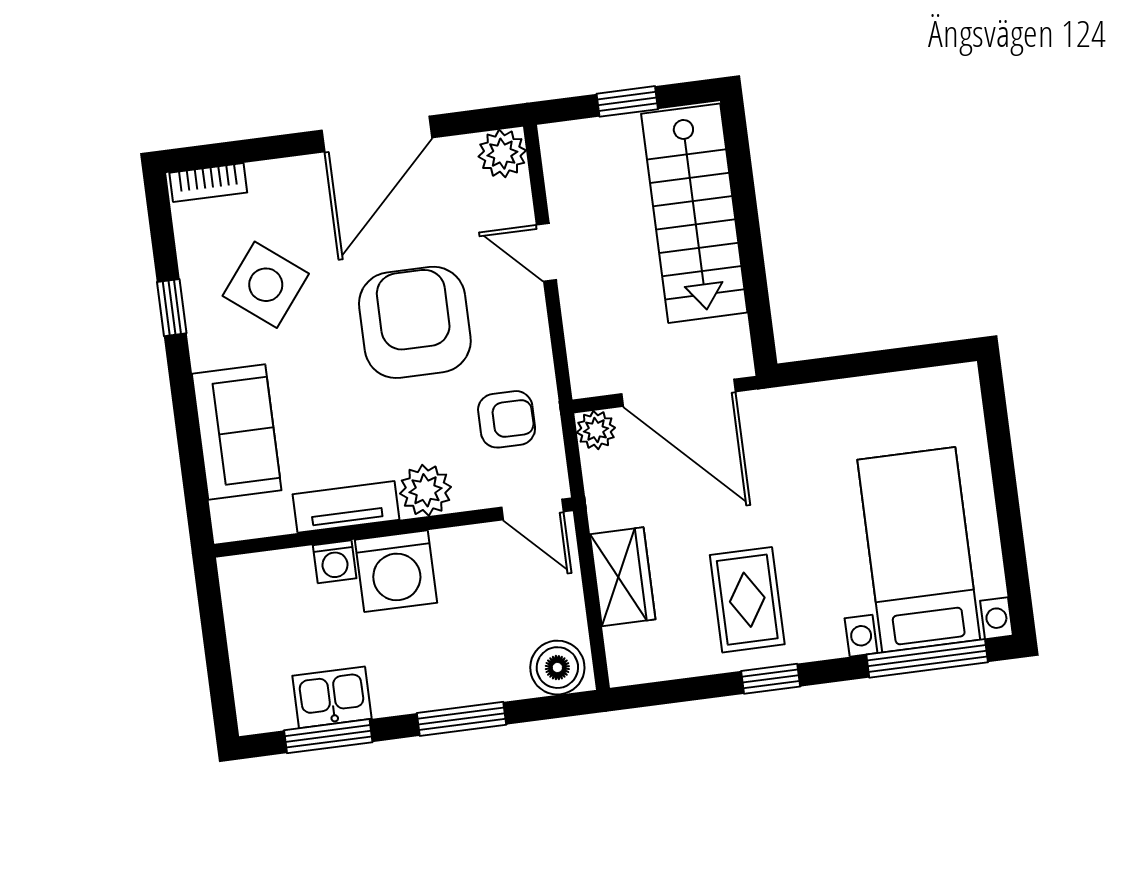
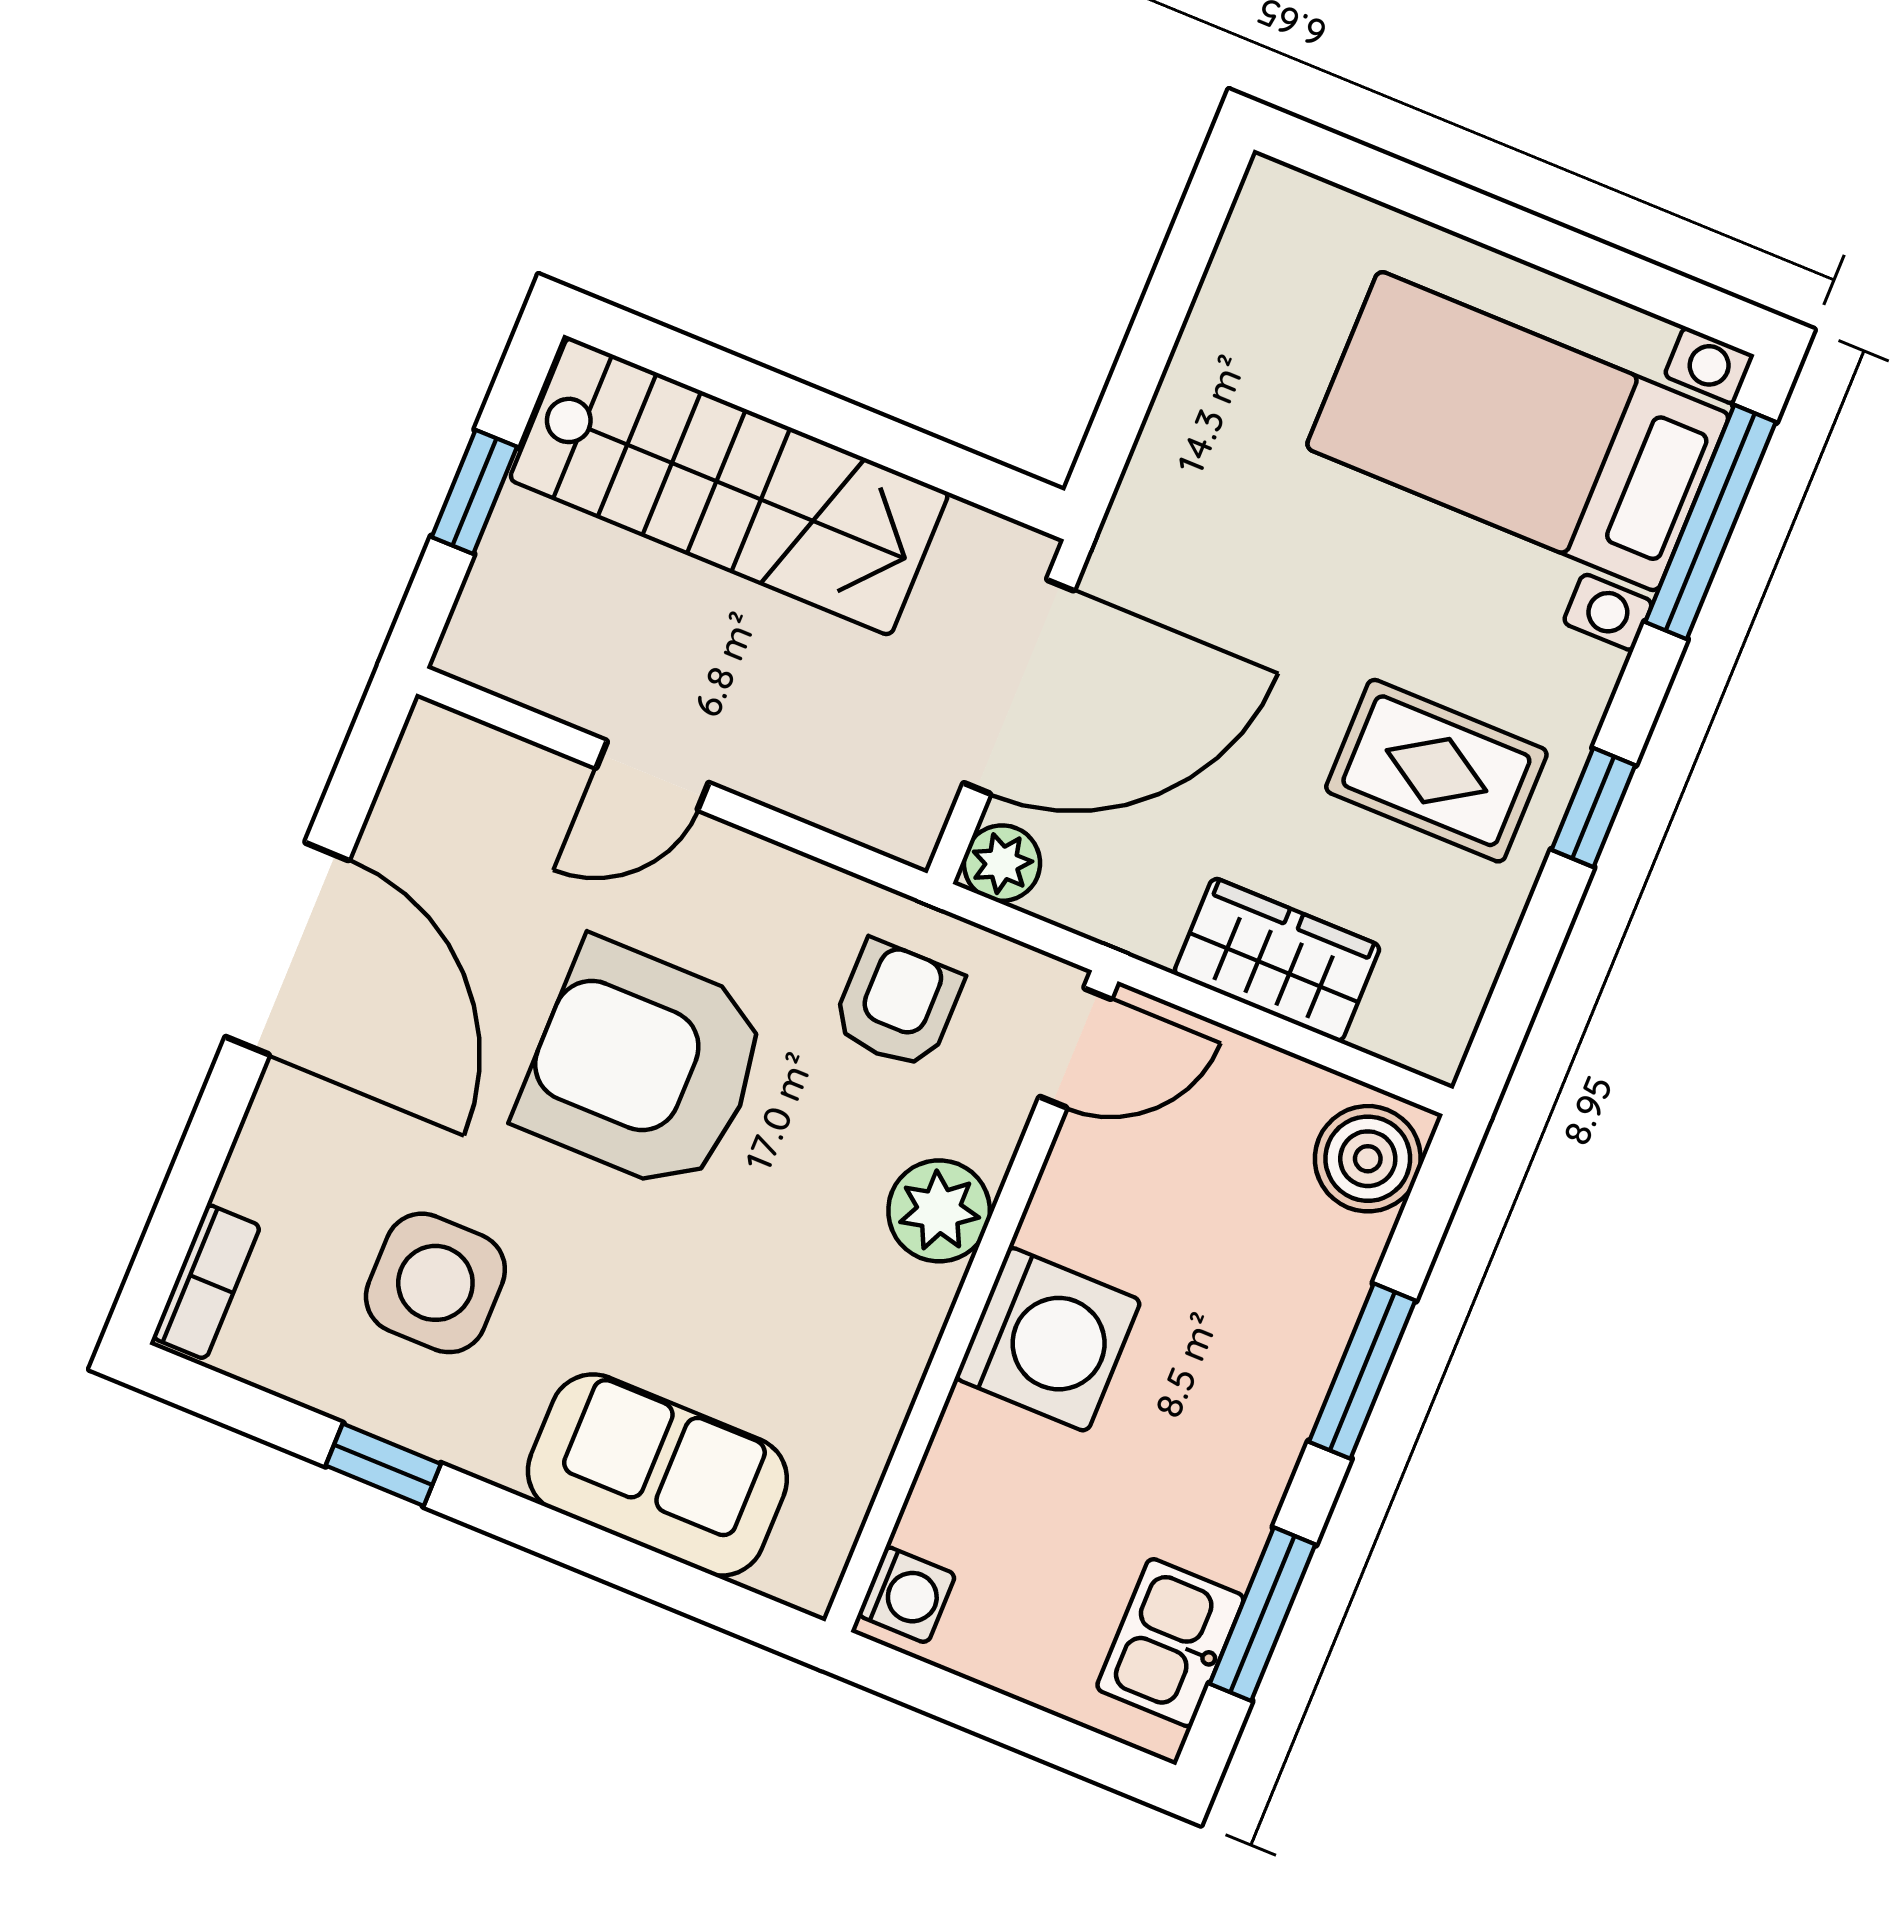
plant: (502, 154) -> (442, 754), removed
side table: (266, 285) -> (435, 1283), turned -38
tv unit: (346, 507) -> (891, 1362), removed
washing machine: (335, 562) -> (907, 1595), moved
kitchen sink: (332, 697) -> (1170, 1643), moved

